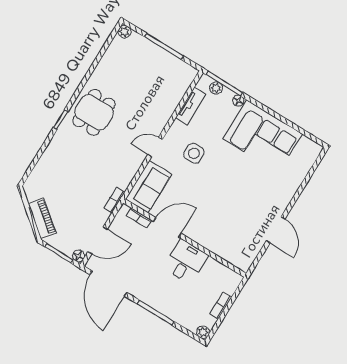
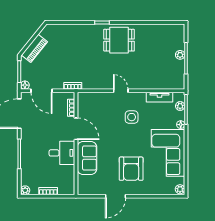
plant: (124, 32) -> (180, 55), moved
plant: (314, 149) -> (180, 189), added
sofa: (149, 187) -> (87, 158), moved, turned -90
armchair: (254, 191) -> (131, 169), added

